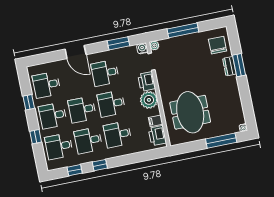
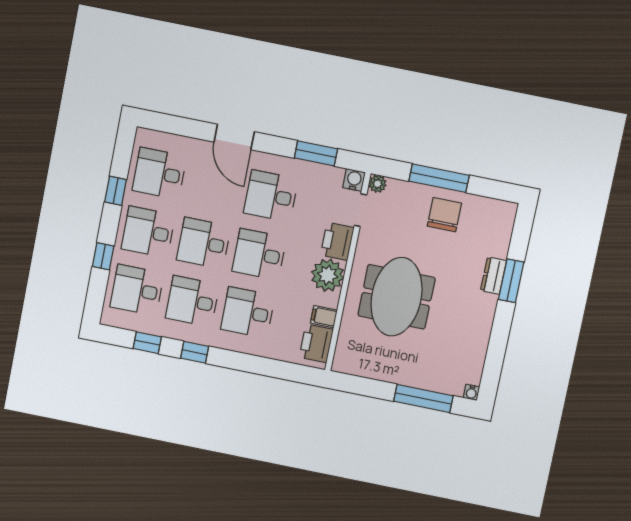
chair: (218, 45) -> (444, 215), moved
meeting table: (190, 112) -> (397, 297), moved

